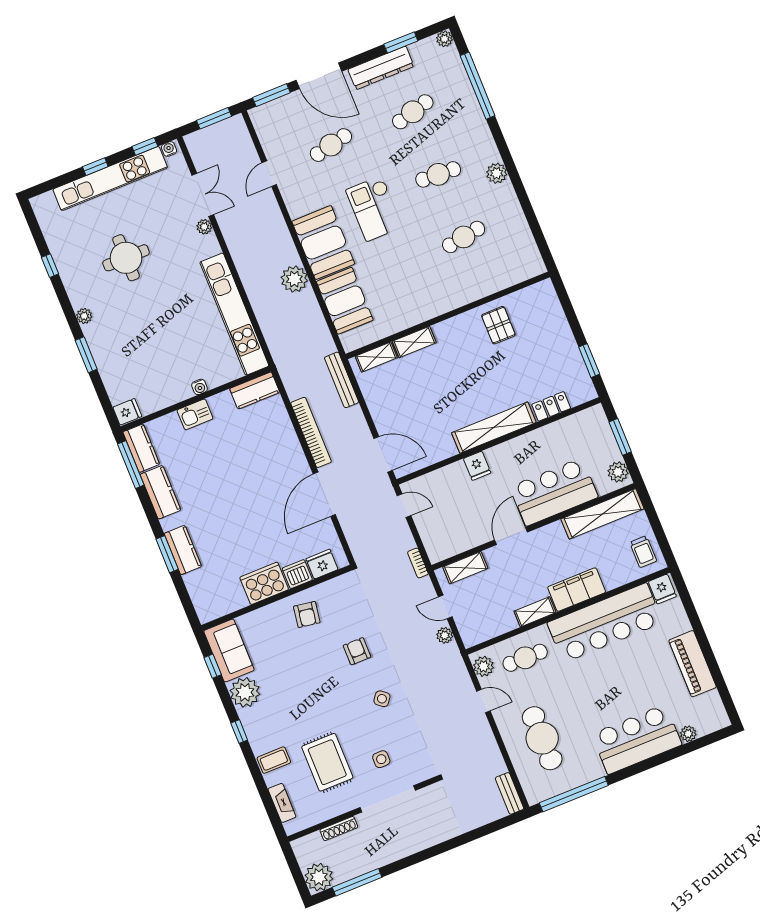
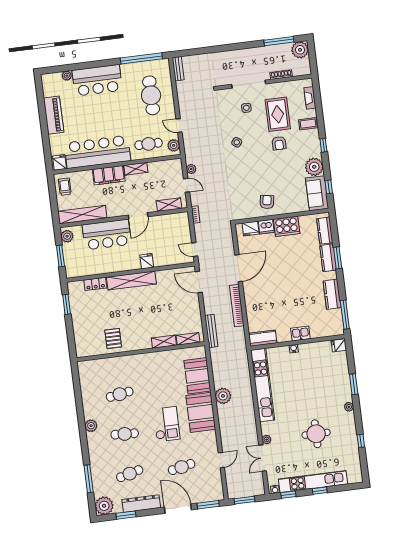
plant: (444, 39) -> (104, 506), width x1.88, depth x1.88
window: (478, 86) -> (89, 479), width x0.68
kitchen counter: (141, 448) -> (325, 231), moved
armchair: (357, 651) -> (279, 143), moved

